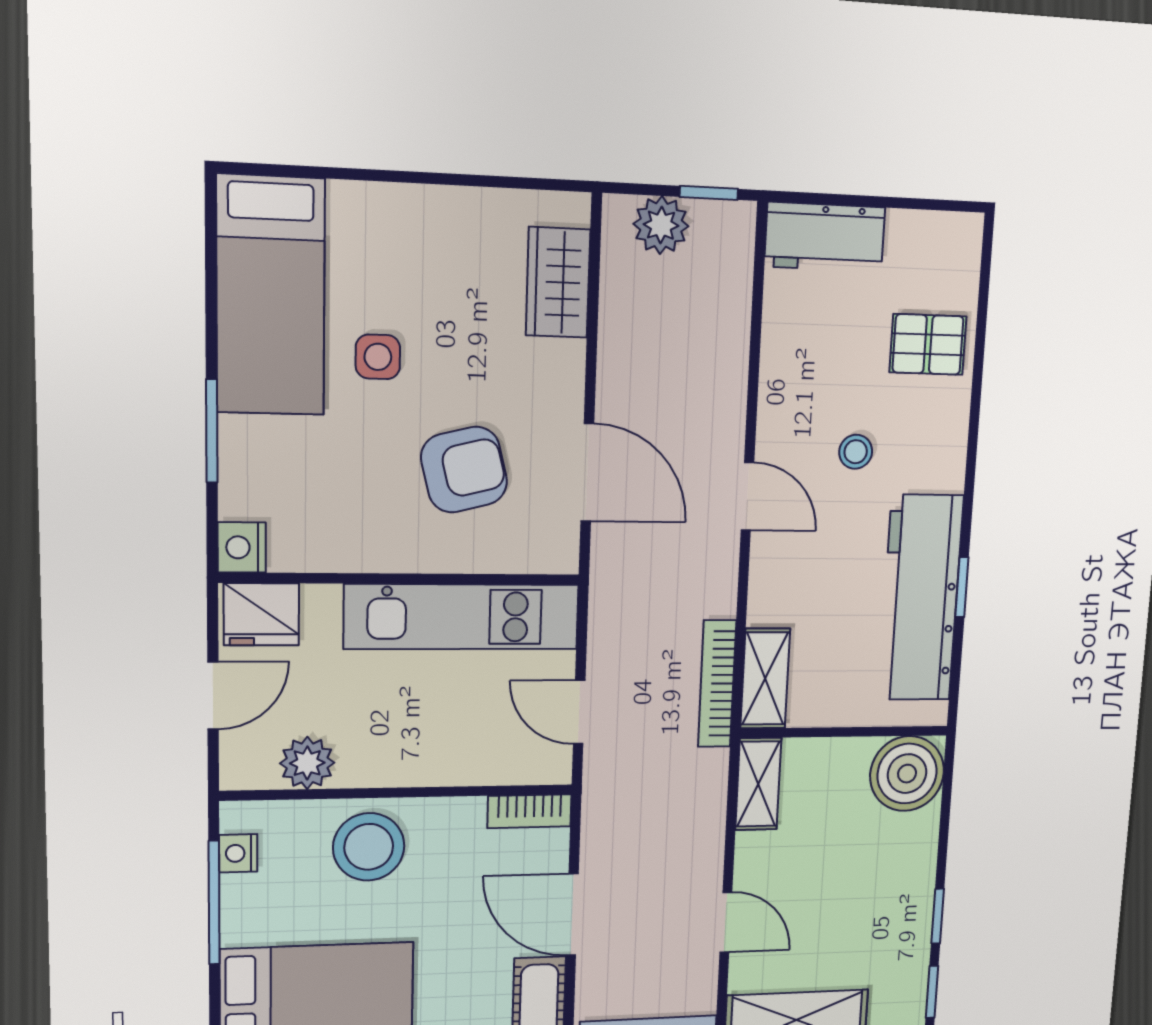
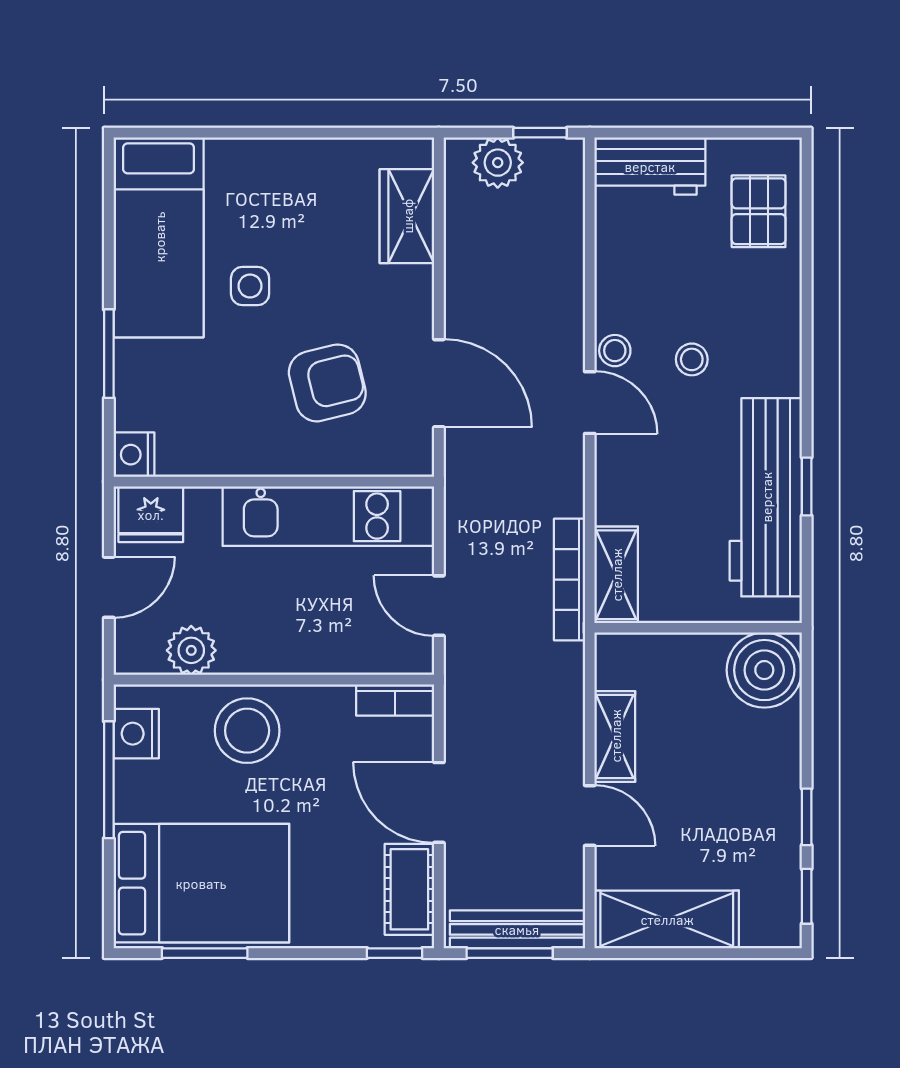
pallet: (928, 344) -> (759, 211), moved, turned 90
stool: (777, 440) -> (615, 351), added
shelving: (758, 784) -> (615, 736), moved
nightstand: (238, 853) -> (136, 734), width x1.39, depth x1.35

